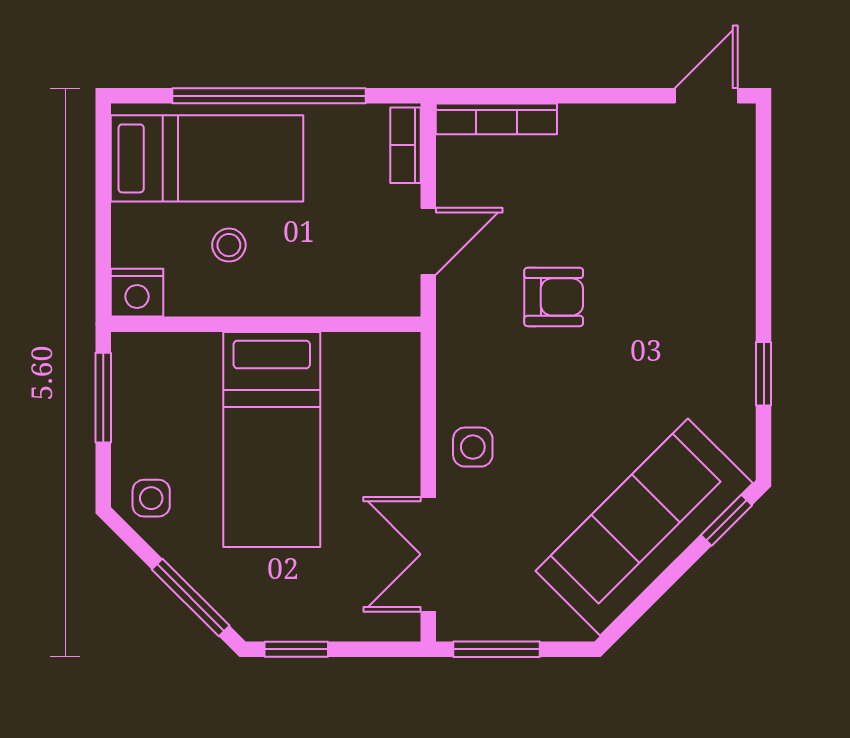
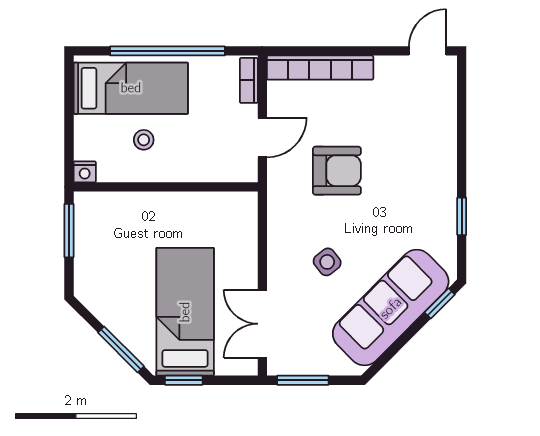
bookcase: (496, 119) -> (320, 68), width x1.48, depth x1.31
nightstand: (137, 293) -> (85, 172), width x0.72, depth x0.74
armchair: (554, 297) -> (337, 171), width x1.38, depth x1.38
bed: (272, 439) -> (185, 312), moved, turned 180
side table: (473, 447) -> (327, 262), moved, turned -38
side table: (151, 498) -> (97, 290), removed

